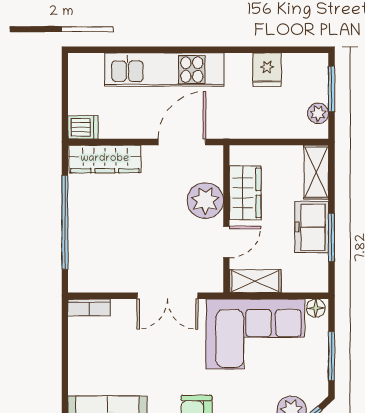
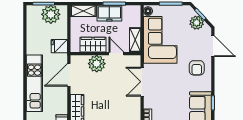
fridge: (267, 70) -> (59, 46), moved, turned 180
plant: (318, 113) -> (51, 14), width x1.88, depth x1.88
door: (182, 142) -> (69, 75), hinge flipped
double door: (167, 296) -> (142, 82), swing flipped

